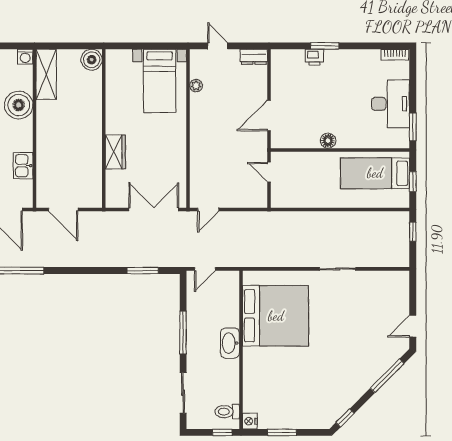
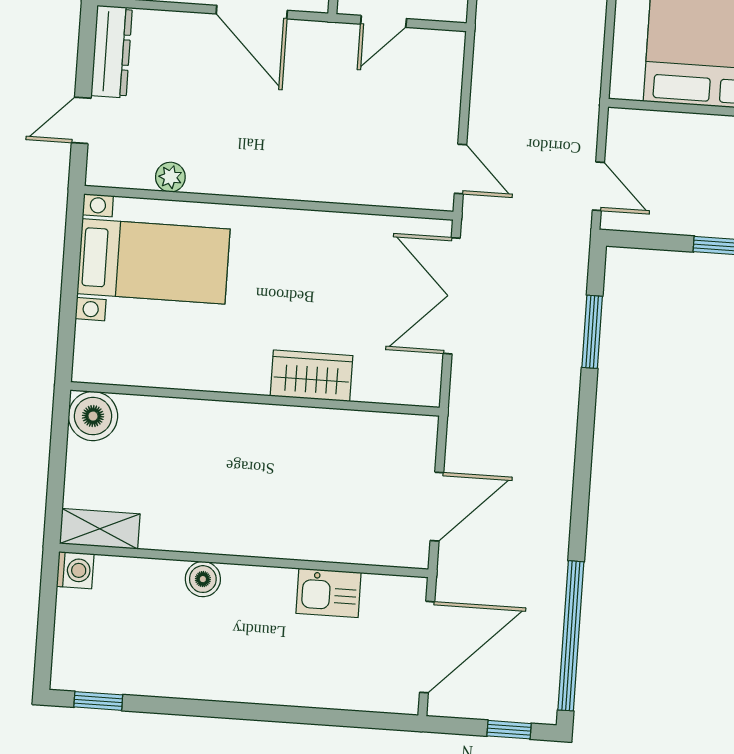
dresser: (254, 57) -> (112, 52), width x1.44
shelving: (46, 74) -> (100, 529), width x0.67, depth x0.75
boiler: (19, 105) -> (203, 579), width x0.54, depth x0.54

